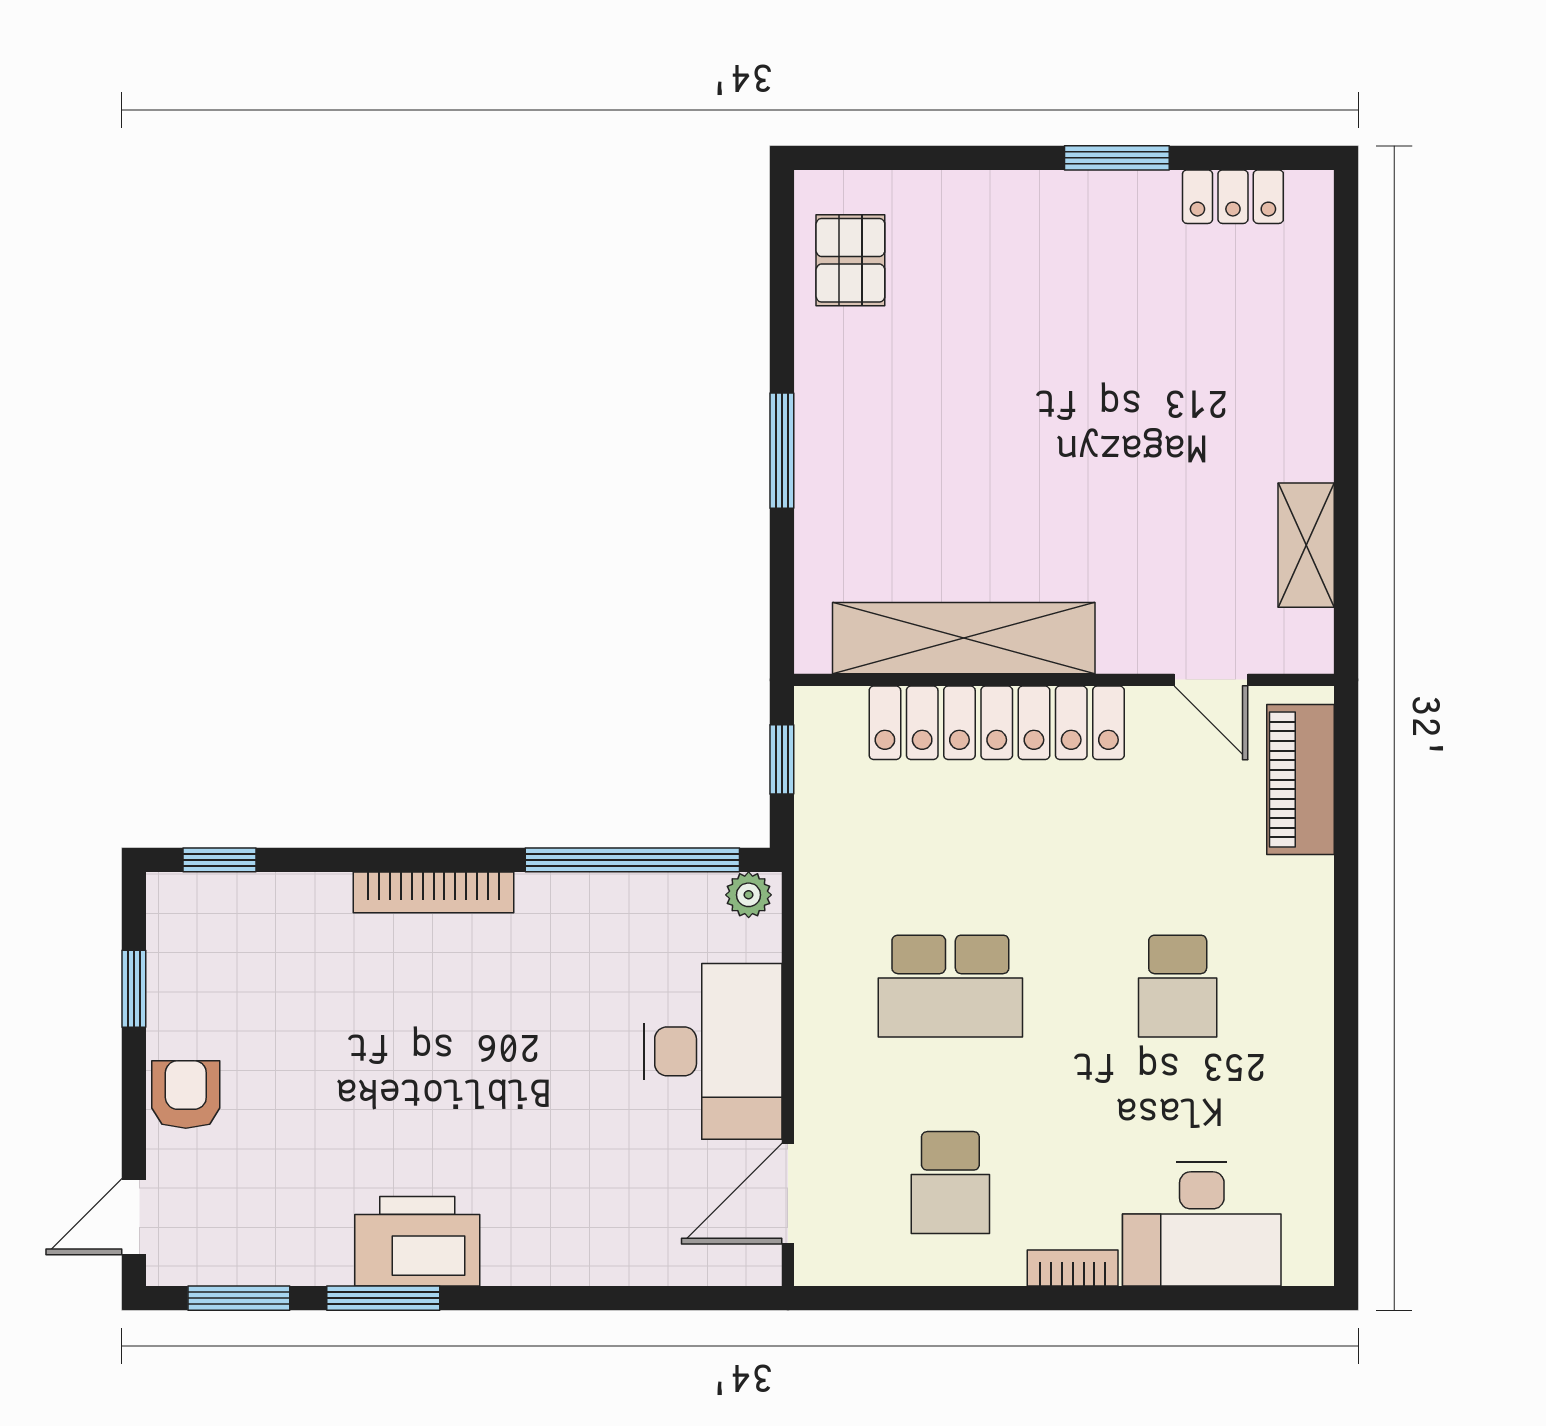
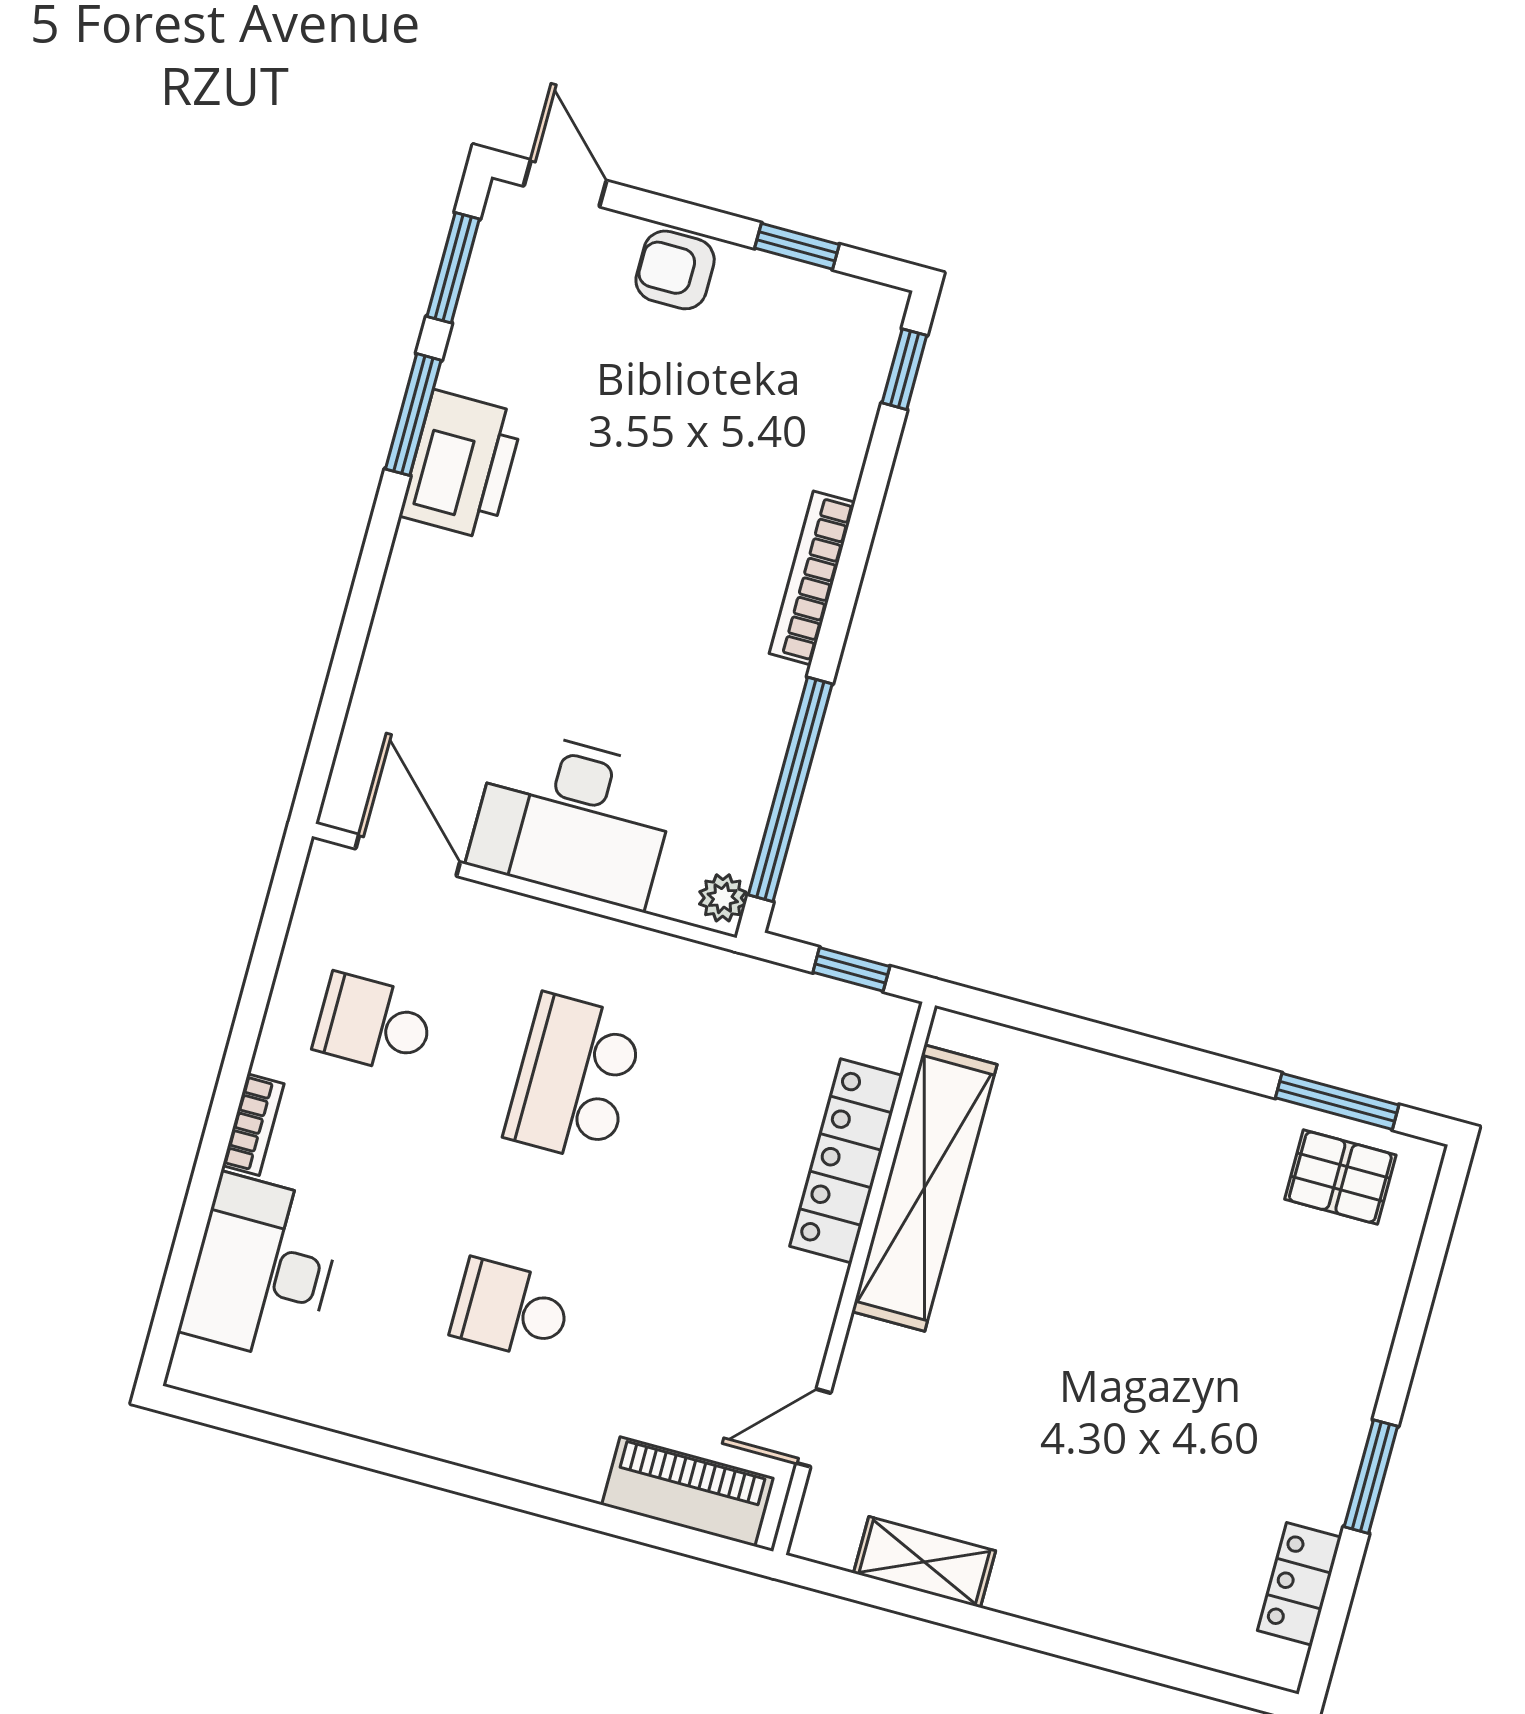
window: (782, 451) -> (1337, 1101), moved
locker: (997, 723) -> (846, 1161), width x0.71, depth x0.83
armchair: (186, 1095) -> (675, 270), turned 180

